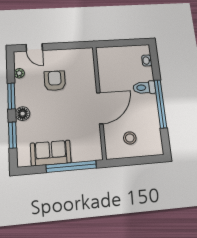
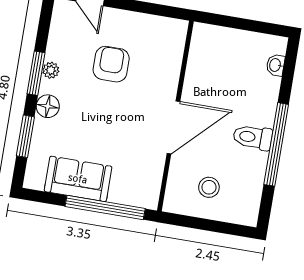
plant: (19, 73) -> (51, 70), moved
toilet: (144, 88) -> (253, 137), moved

